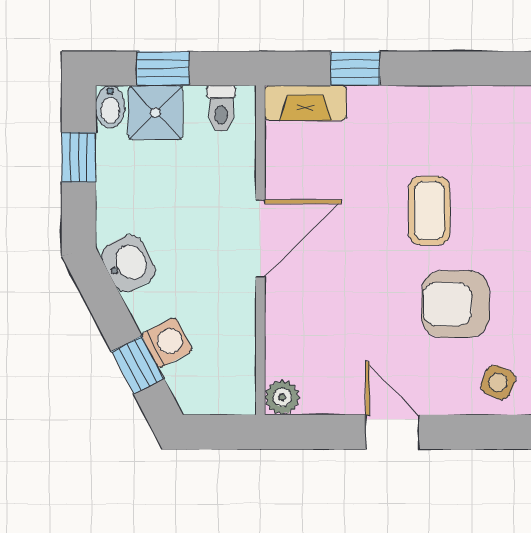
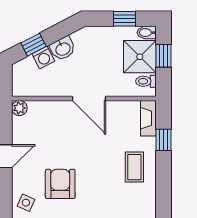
shower: (155, 113) -> (140, 57), width x1.36, depth x1.36
coffee table: (429, 211) -> (134, 167), moved, turned 90
washbasin: (128, 263) -> (63, 49), moved

